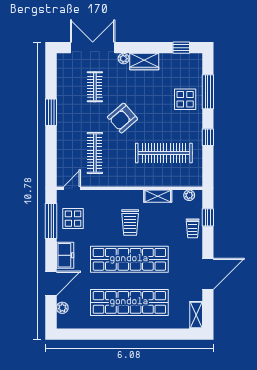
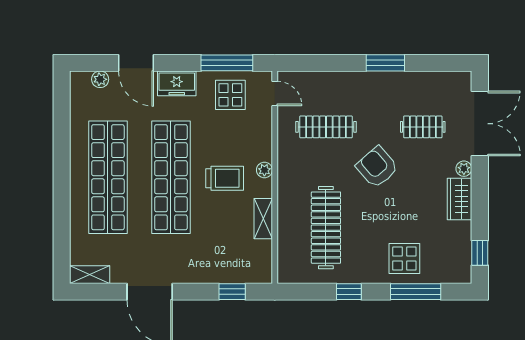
plant: (189, 195) -> (264, 170), moved
trolley: (130, 222) -> (225, 178), turned 180
trolley: (193, 228) -> (216, 269), removed

